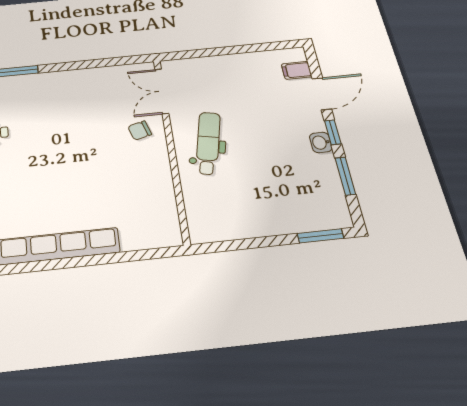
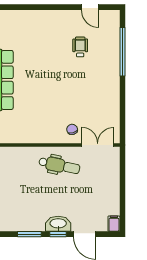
filing cabinet: (297, 70) -> (114, 224), moved
washbasin: (321, 142) -> (58, 224), width x1.91, depth x1.45

